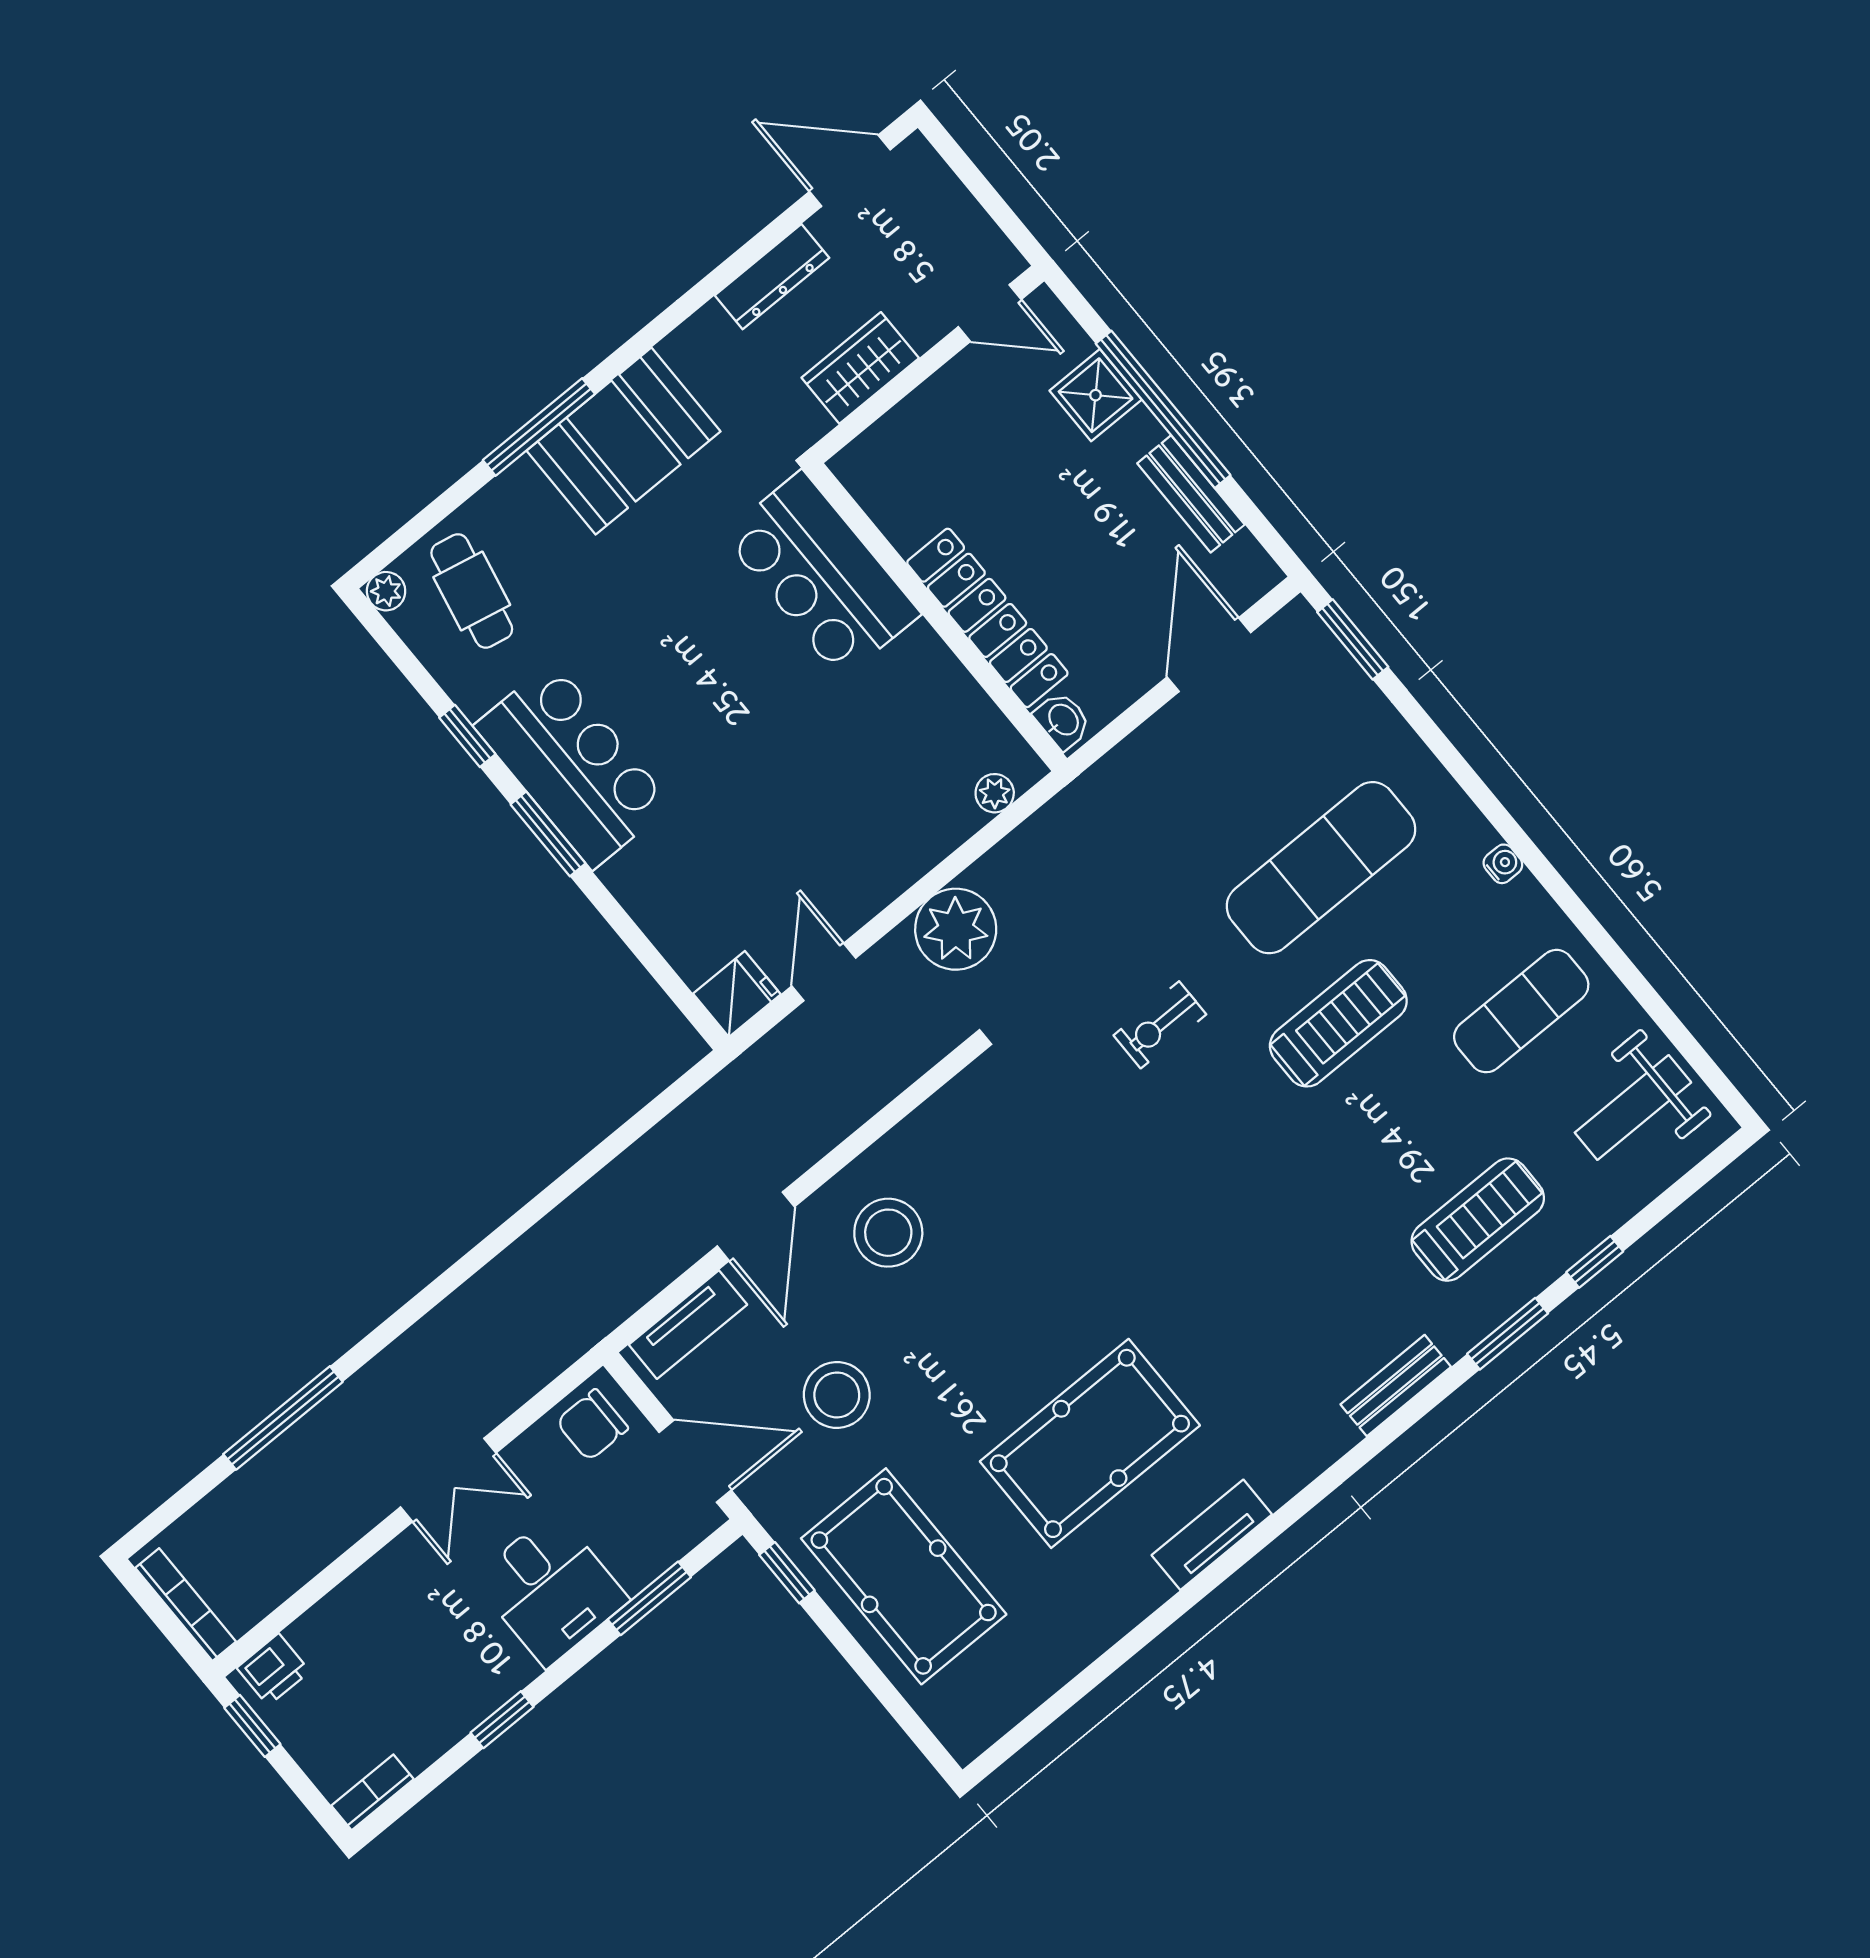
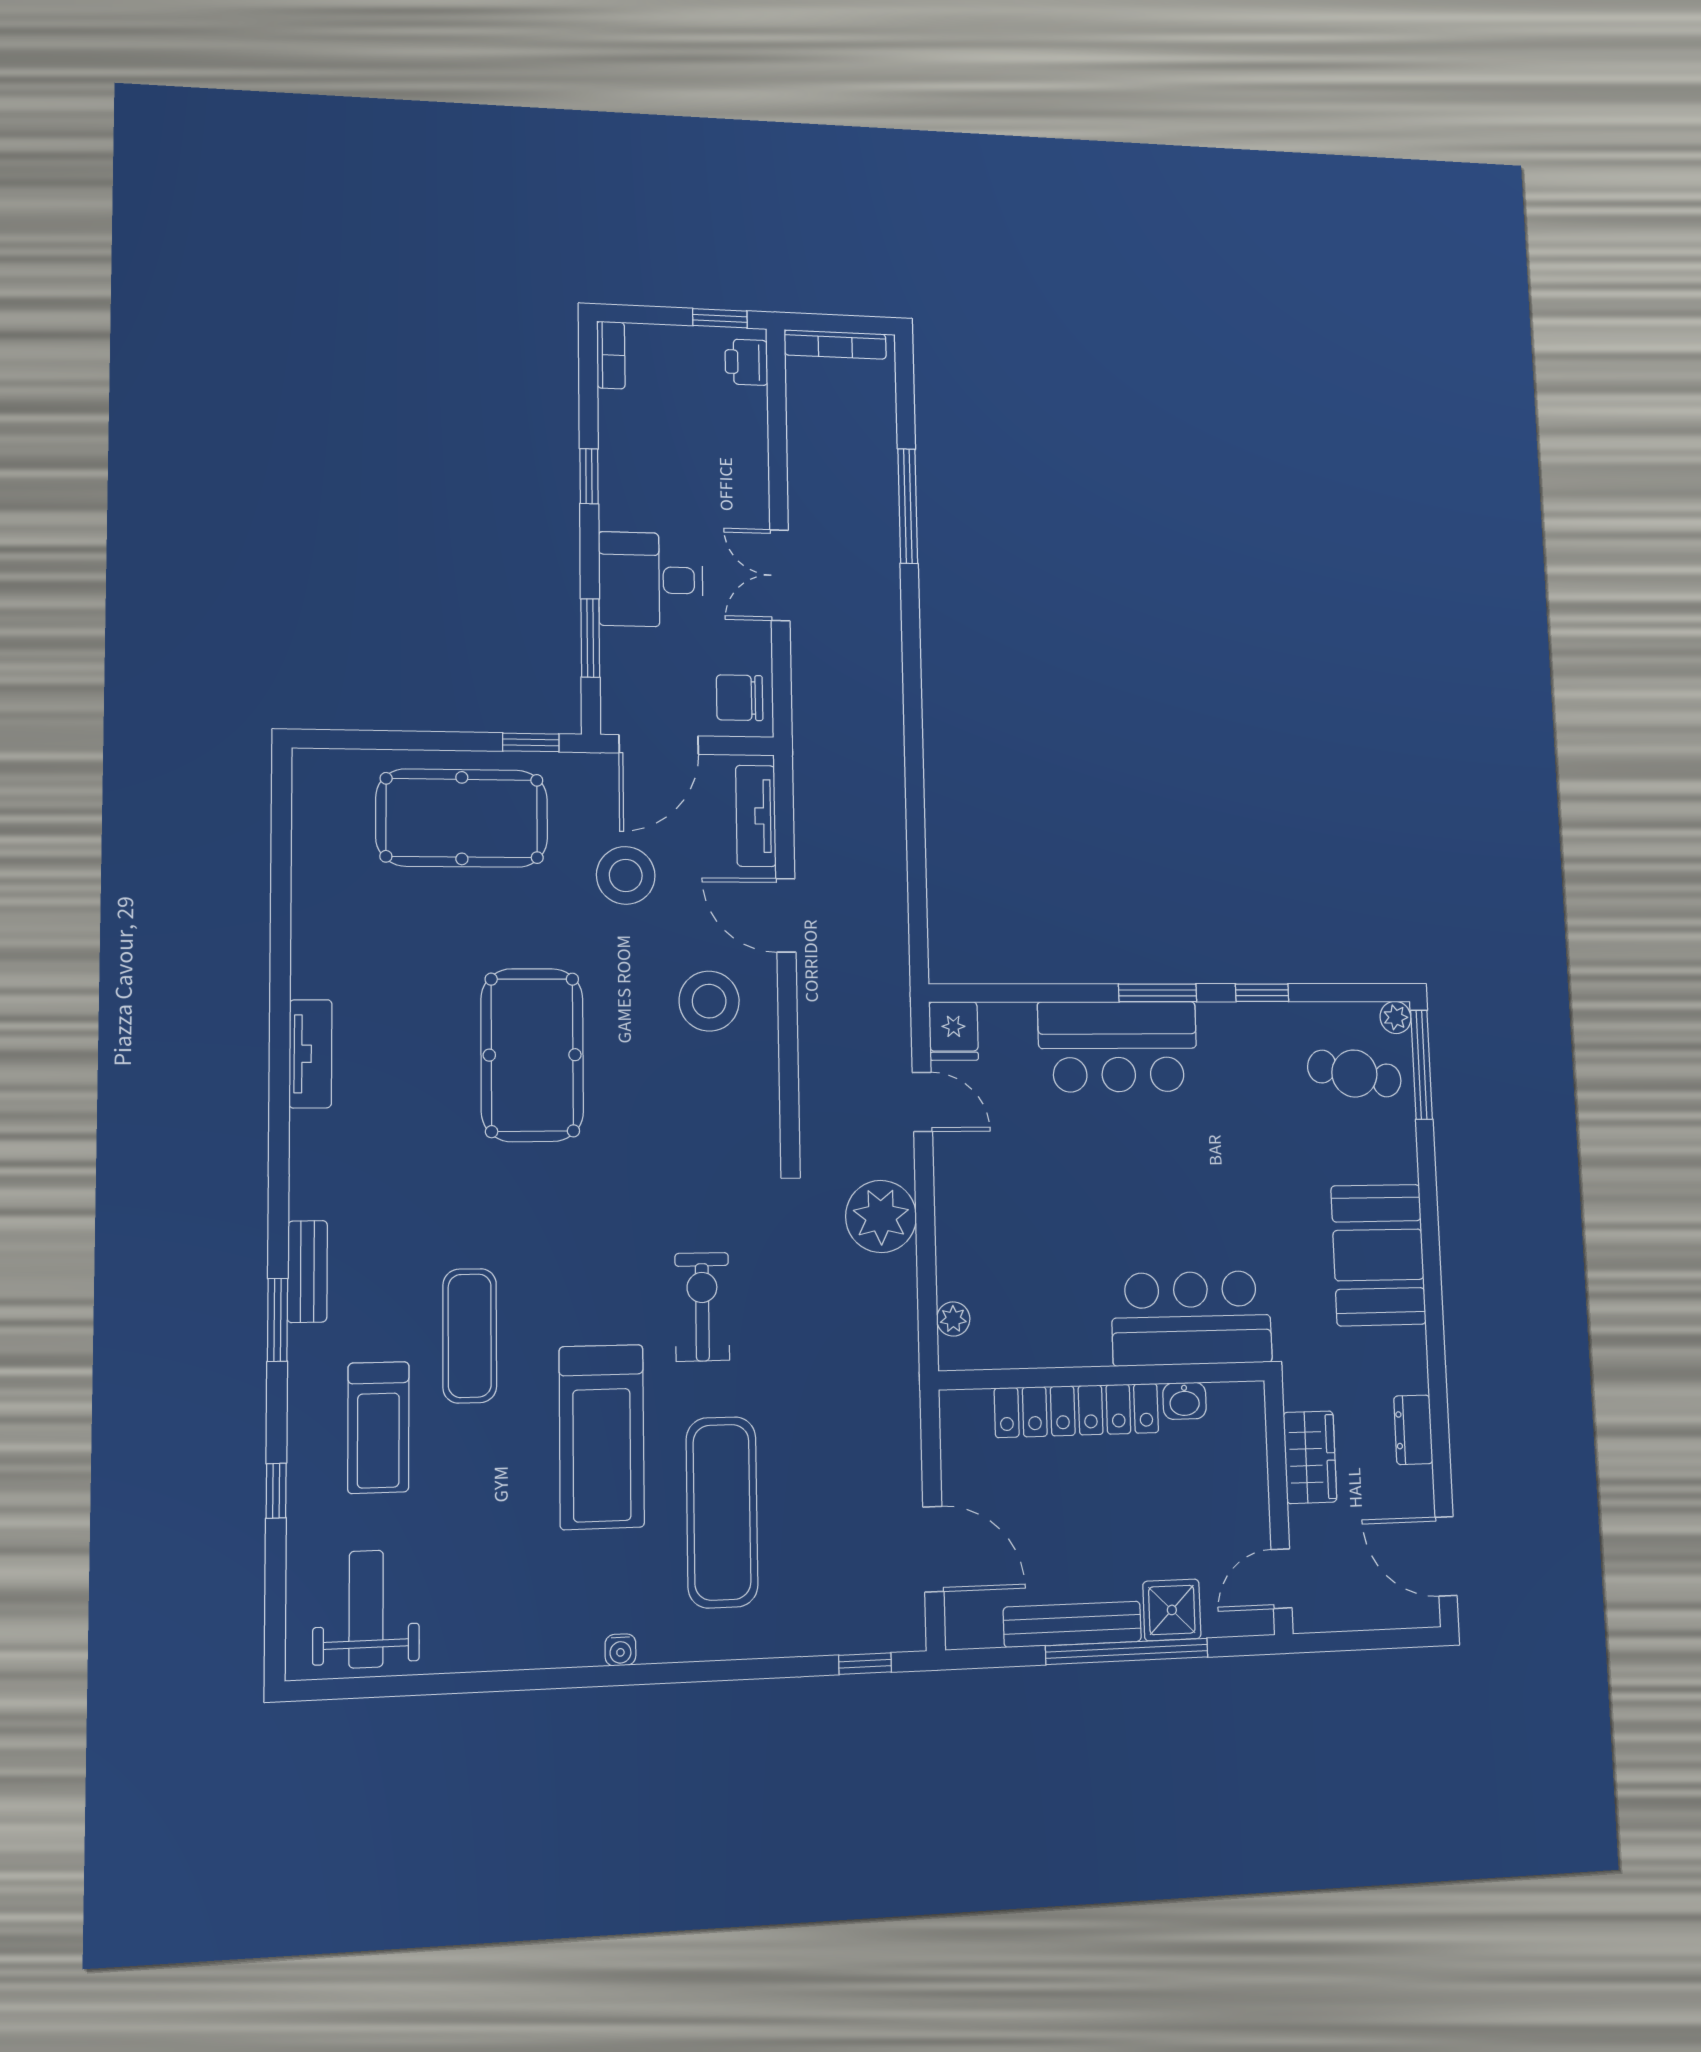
door: (850, 171) -> (1446, 1556), swing flipped
dresser: (772, 277) -> (1413, 1430), width x0.70
window: (539, 427) -> (1422, 1065), moved
bench: (1191, 494) -> (1072, 1624), width x1.36
window: (1353, 639) -> (865, 1664), width x0.67
washbasin: (1063, 720) -> (1184, 1401), moved
bar counter: (573, 765) -> (1118, 1047), moved
exercise mat: (1521, 1011) -> (470, 1336), moved
treadmill: (1338, 1023) -> (602, 1437), width x1.37, depth x1.38
exercise bike: (1160, 1025) -> (702, 1307), width x1.38, depth x1.39
window: (1508, 1334) -> (278, 1320), moved
chair: (592, 1425) -> (740, 698), turned -90
pool table: (1090, 1443) -> (532, 1055), moved

